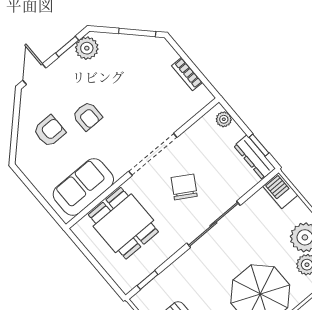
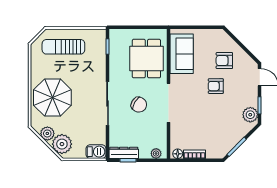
floor lamp: (203, 94) -> (178, 154), added
armchair: (49, 131) -> (224, 61), turned 90
dining table: (123, 223) -> (146, 59), turned 90

